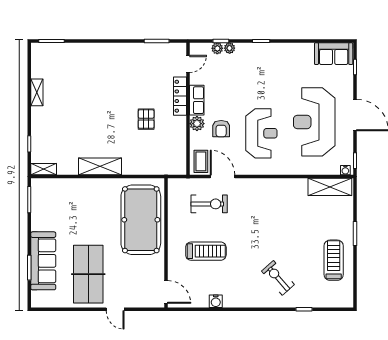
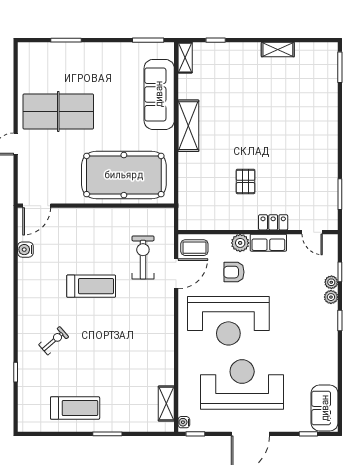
plant: (217, 48) -> (331, 297), moved
locker: (180, 96) -> (273, 222), width x0.66
pallet: (146, 119) -> (246, 181), turned 90
reception desk: (261, 133) -> (228, 321), width x1.36, depth x1.30
shelving: (330, 187) -> (166, 404), width x0.67, depth x0.75
exercise bike: (209, 204) -> (143, 258), turned 180
treadmill: (206, 251) -> (91, 286), moved, turned -90
sofa: (43, 261) -> (159, 94), moved, turned 90
exercise bike: (278, 278) -> (54, 341), width x0.73, depth x0.72
water cooler: (216, 301) -> (25, 250), moved

